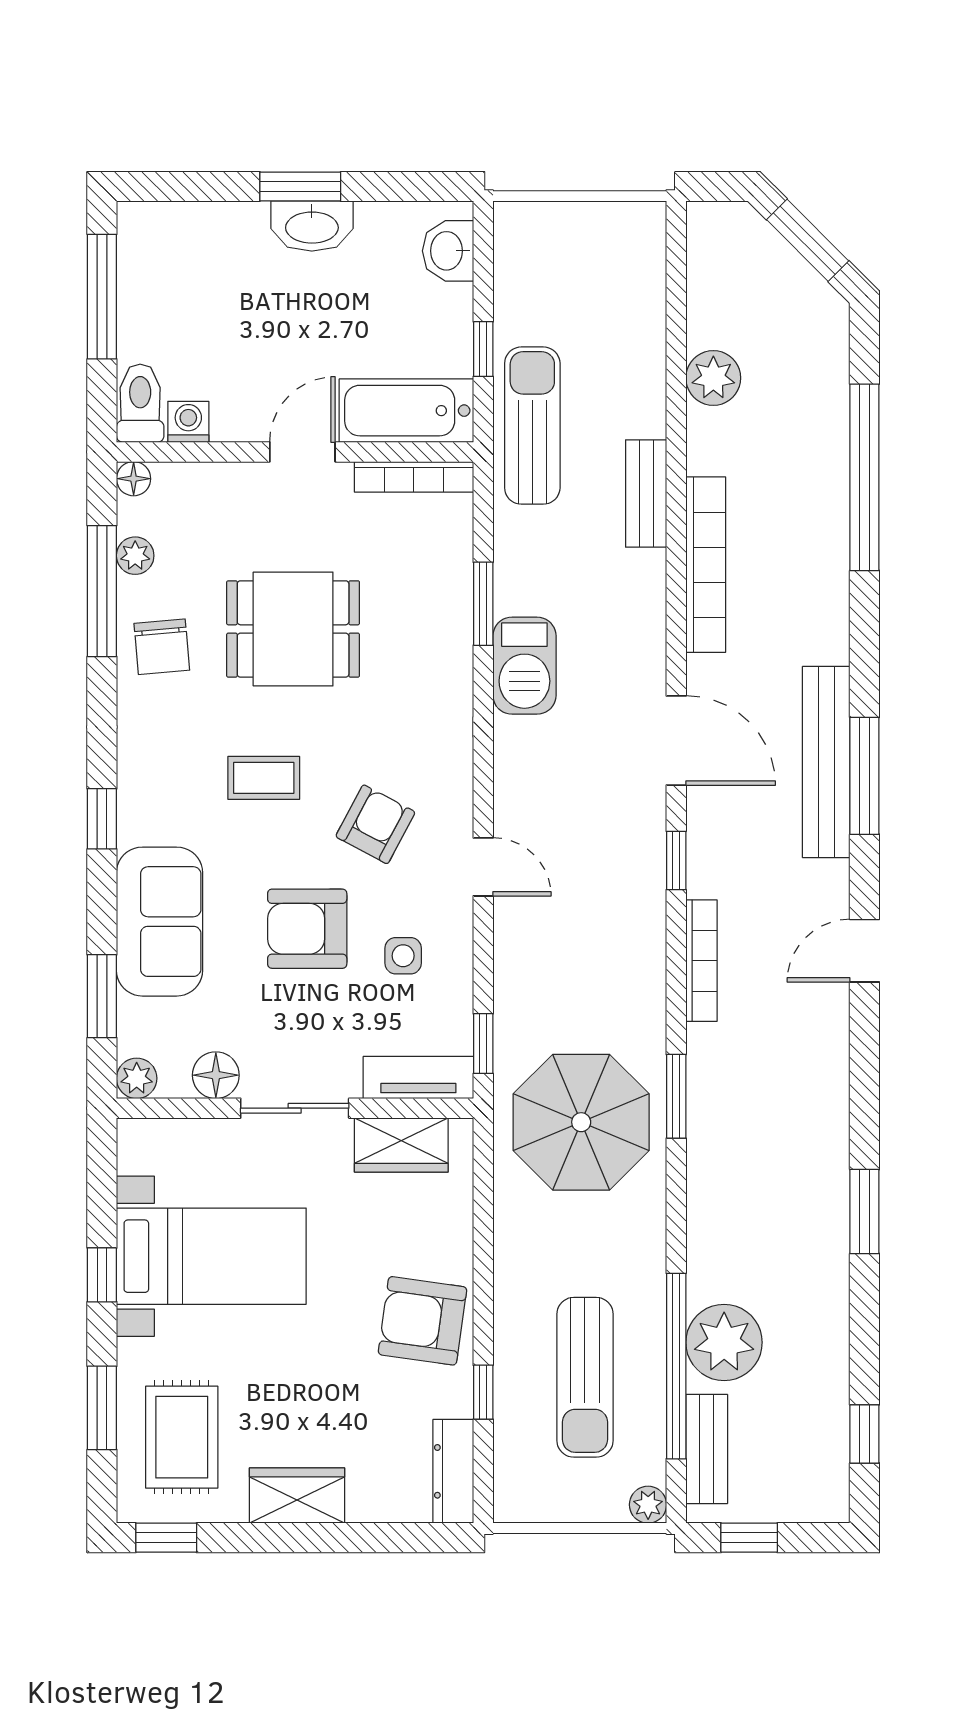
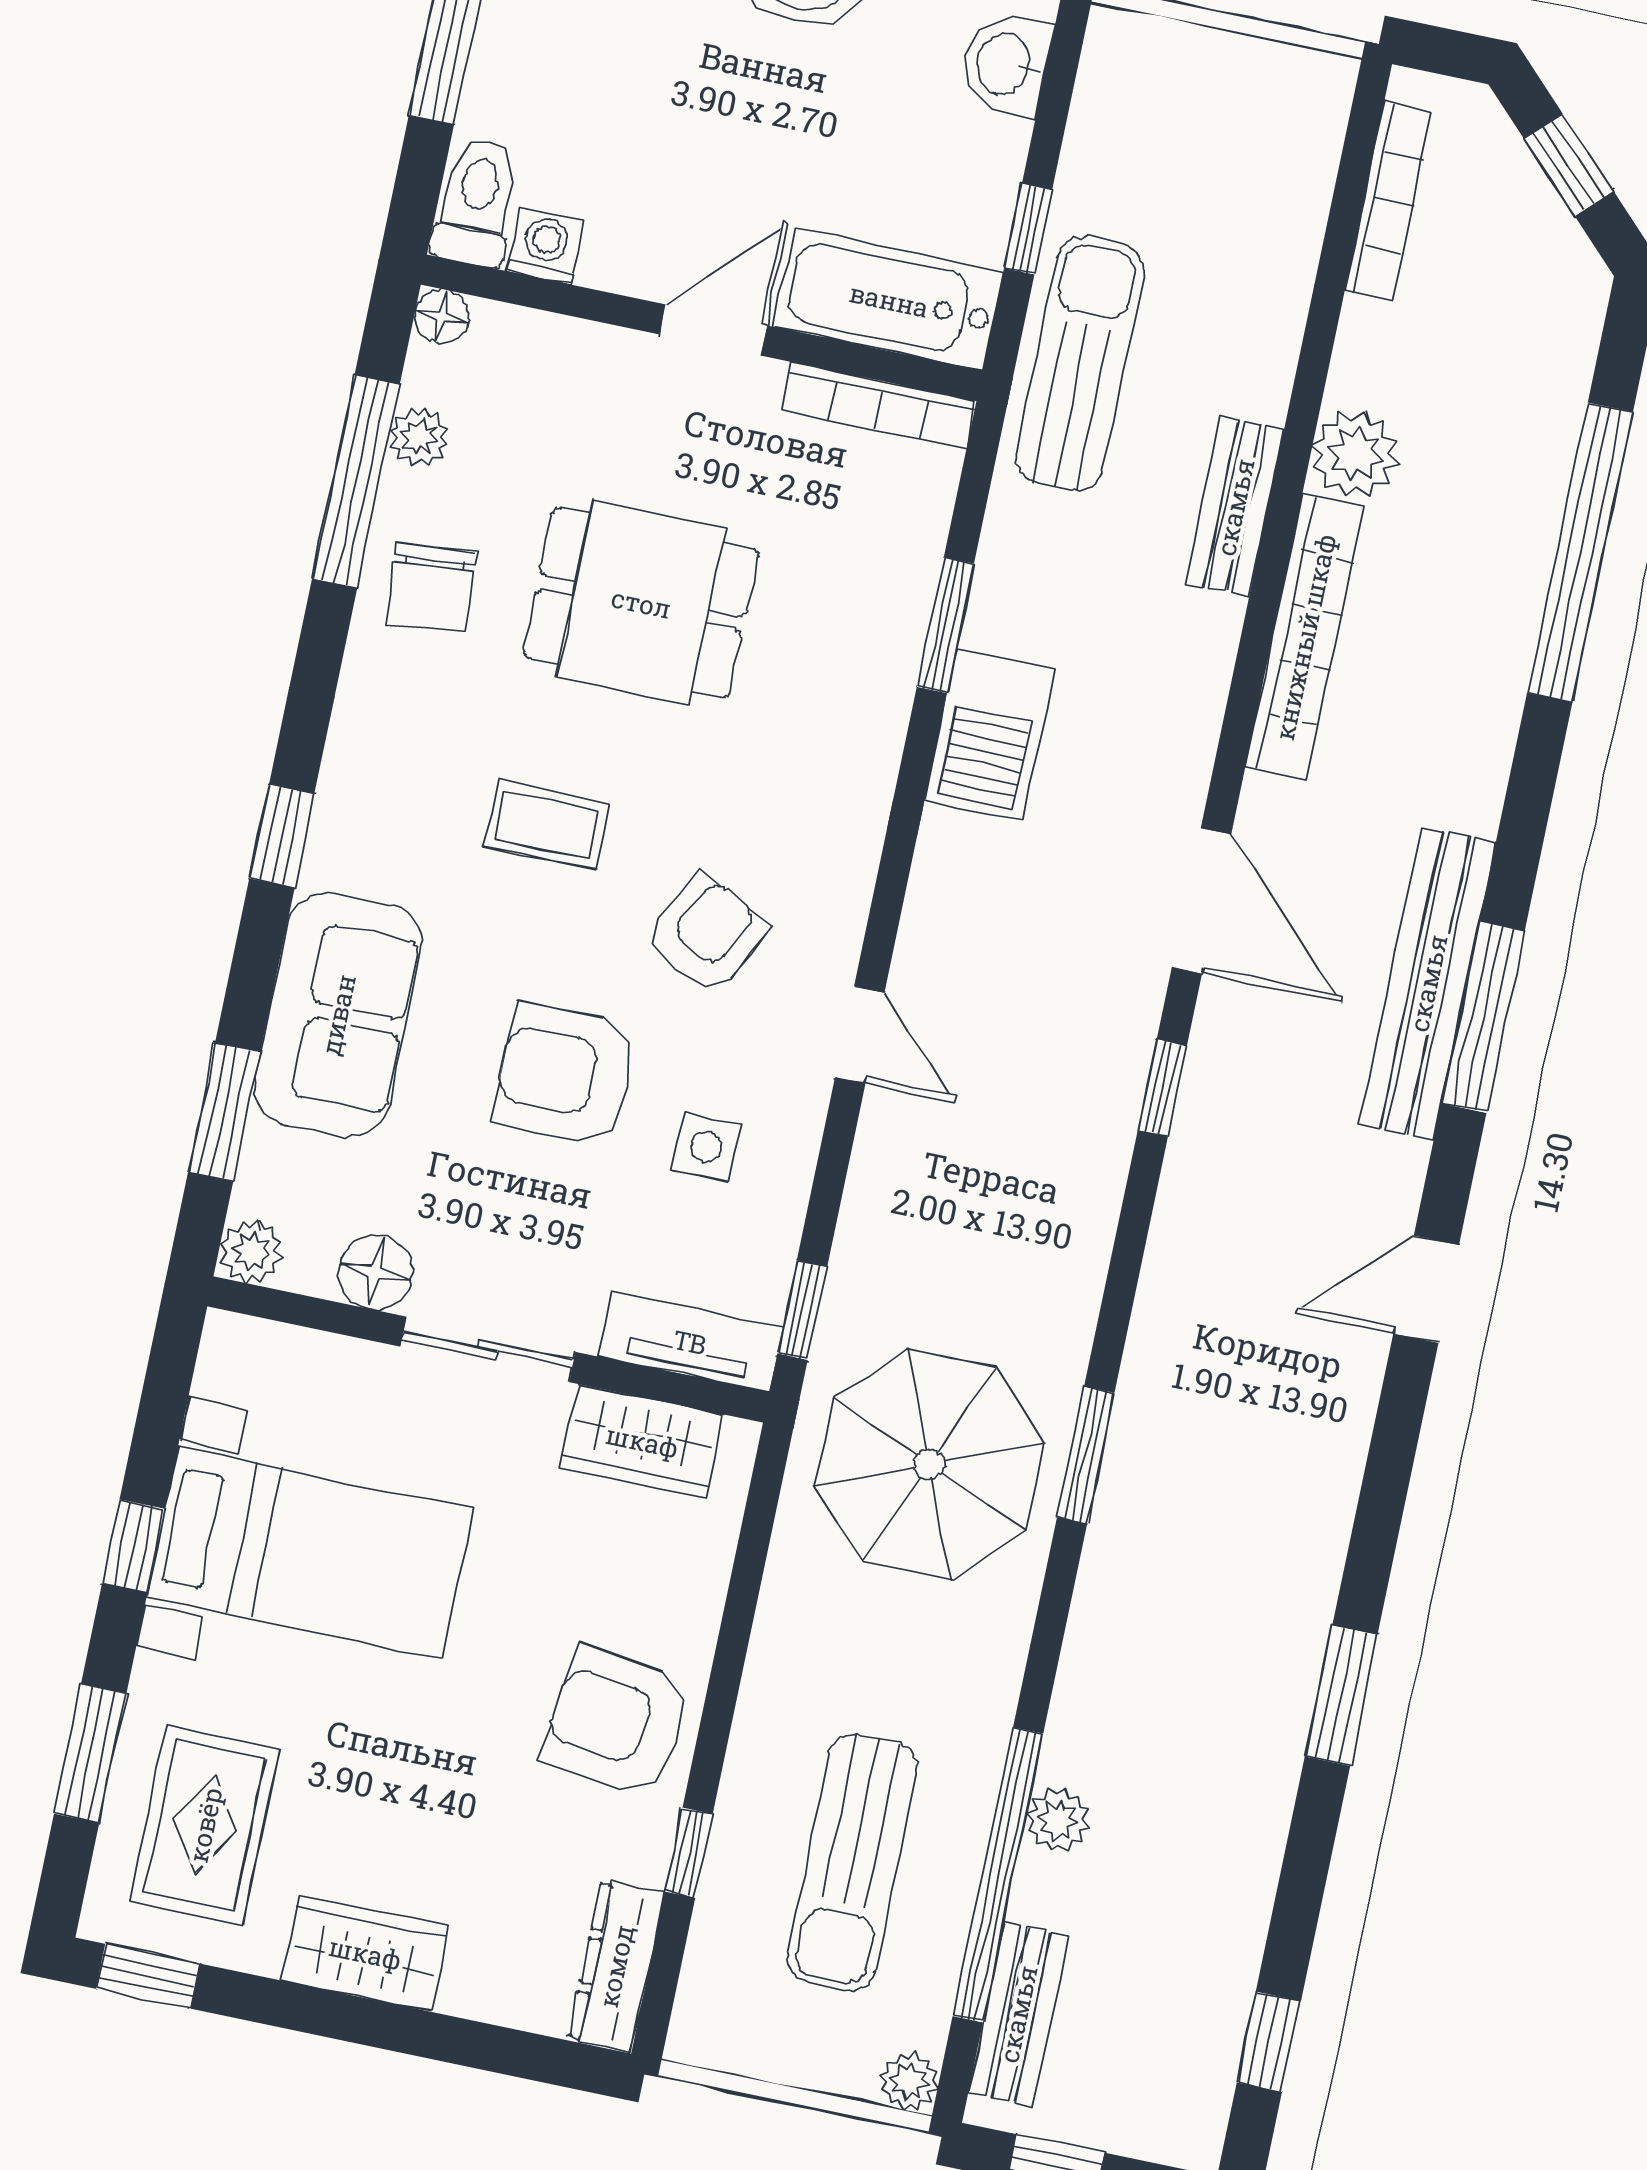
window: (808, 240) -> (1569, 165), width x0.67
plant: (713, 378) -> (1355, 454), moved
bookcase: (701, 961) -> (1389, 201), moved
plant: (724, 1342) -> (1058, 1820), width x0.53, depth x0.53

